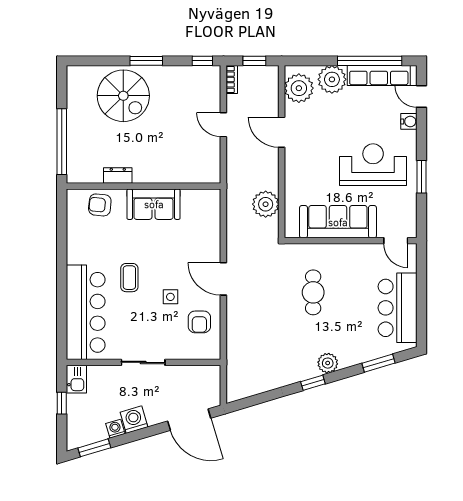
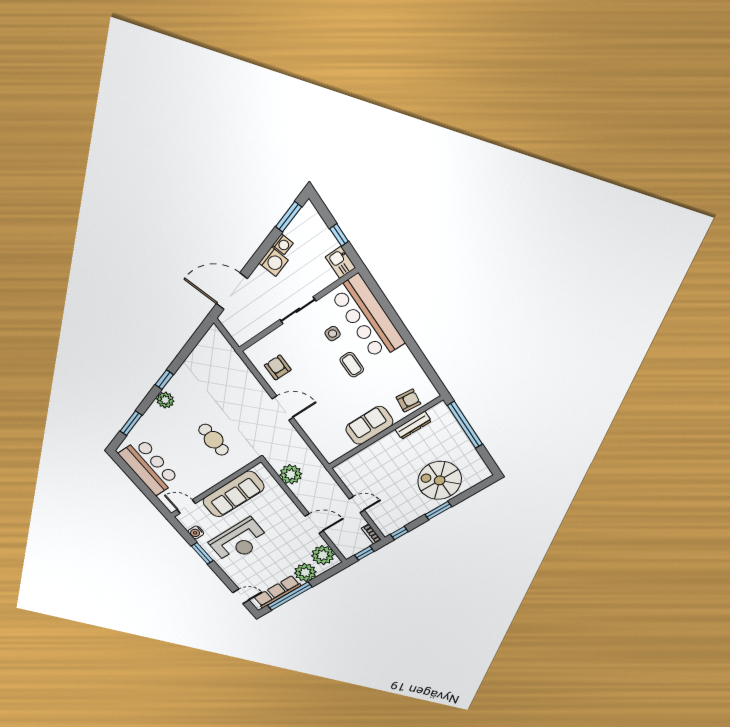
water cooler: (409, 121) -> (196, 532), moved
dresser: (118, 176) -> (413, 425), width x1.44
side table: (170, 297) -> (333, 334), moved

